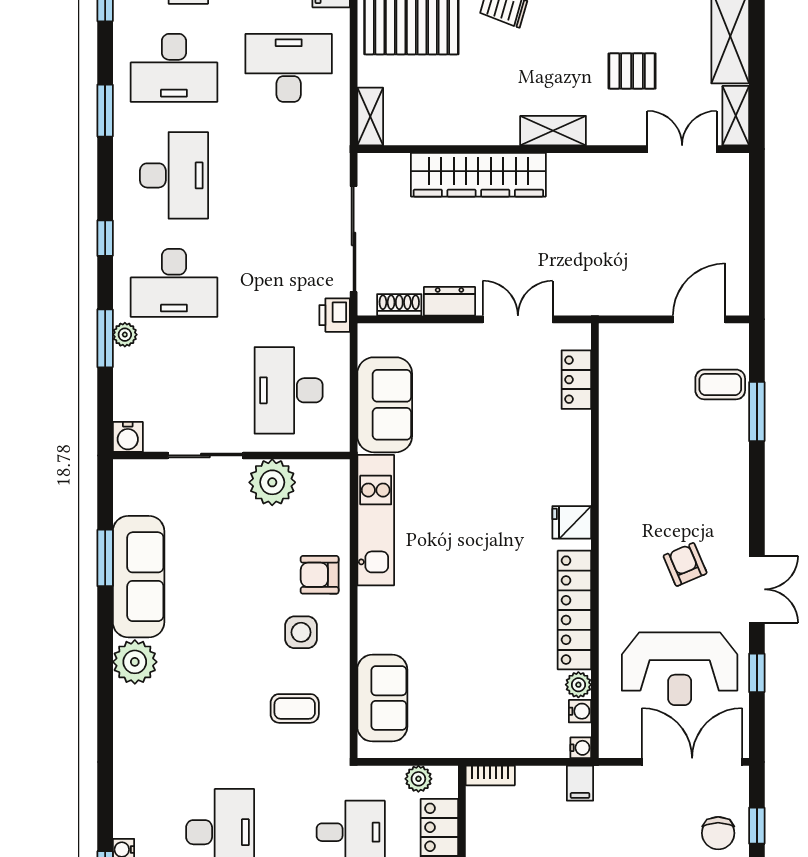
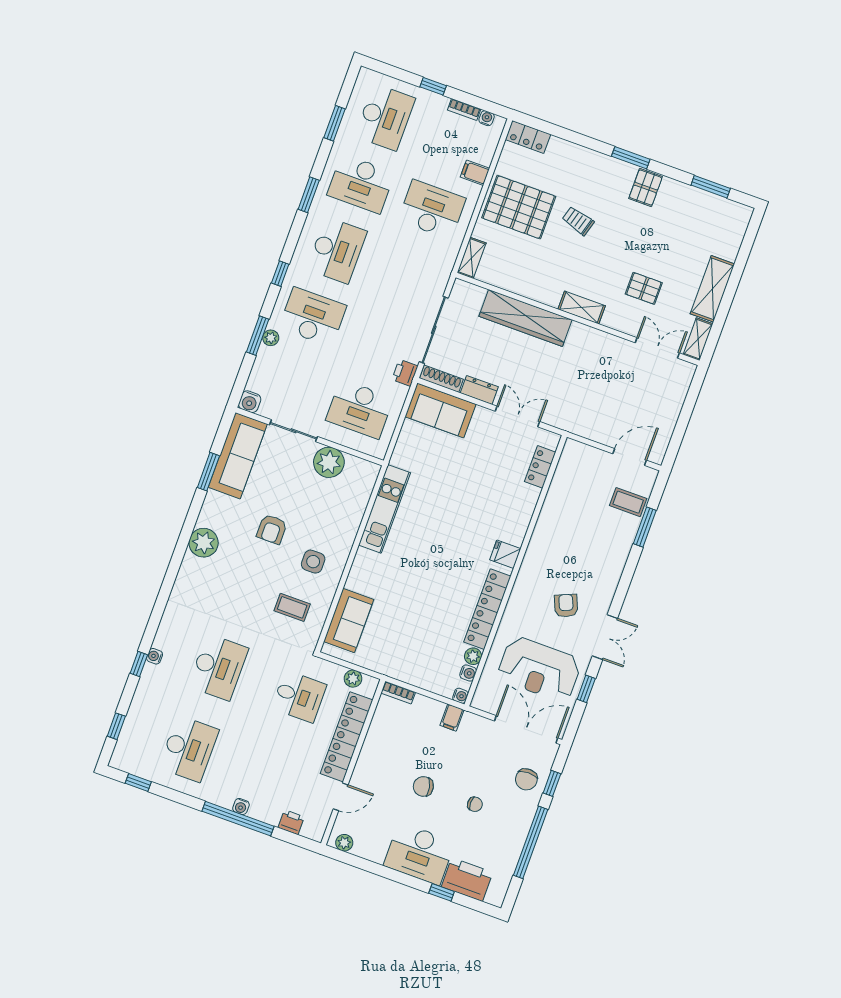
desk: (174, 283) -> (313, 317), turned 180
shoe rack: (399, 305) -> (441, 379), width x1.43
desk: (289, 390) -> (360, 409), turned -90
sofa: (385, 405) -> (440, 410), moved, turned 90
armchair: (320, 575) -> (272, 529), moved, turned -90
sofa: (139, 577) -> (238, 456), moved

